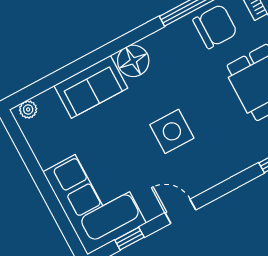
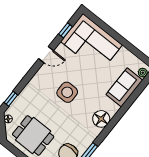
sofa: (91, 87) -> (124, 87), moved

